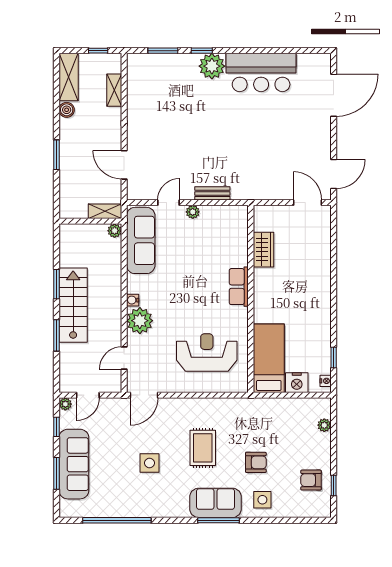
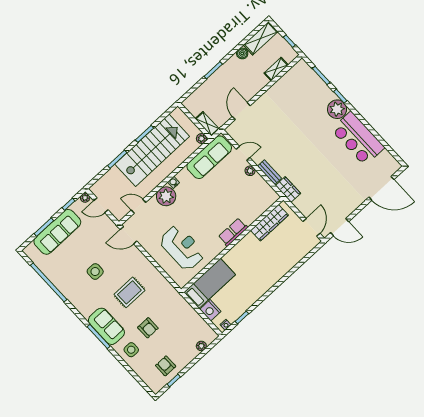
wardrobe: (247, 191) -> (288, 189), added
wardrobe: (263, 250) -> (269, 223), width x1.50
stairs: (73, 305) -> (152, 150), width x1.36, depth x1.51

